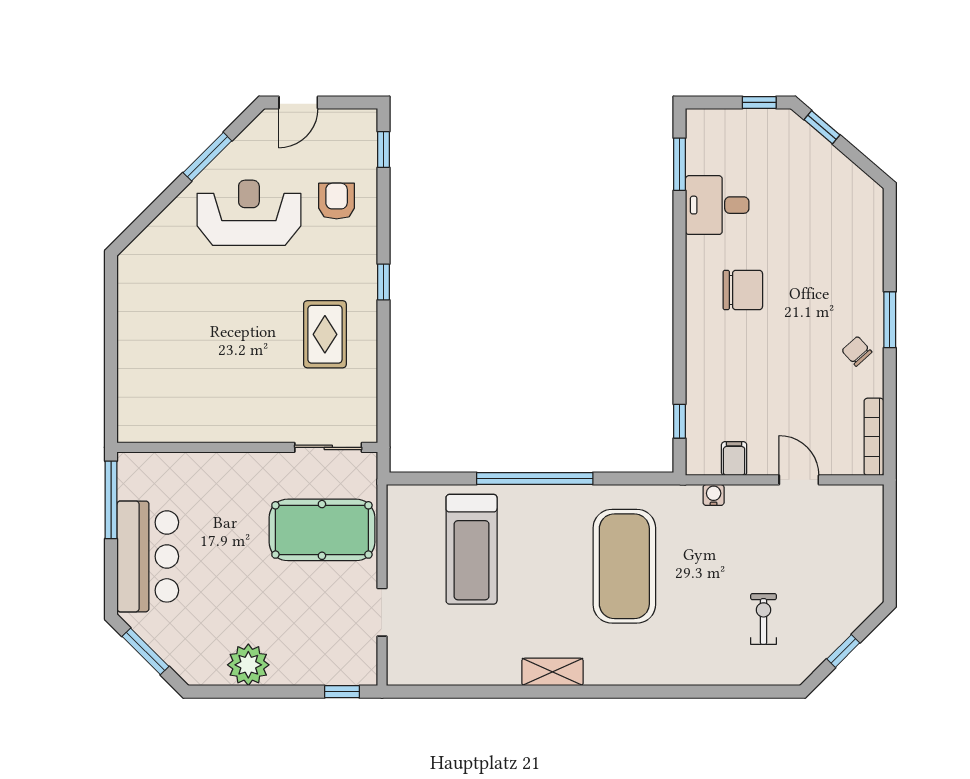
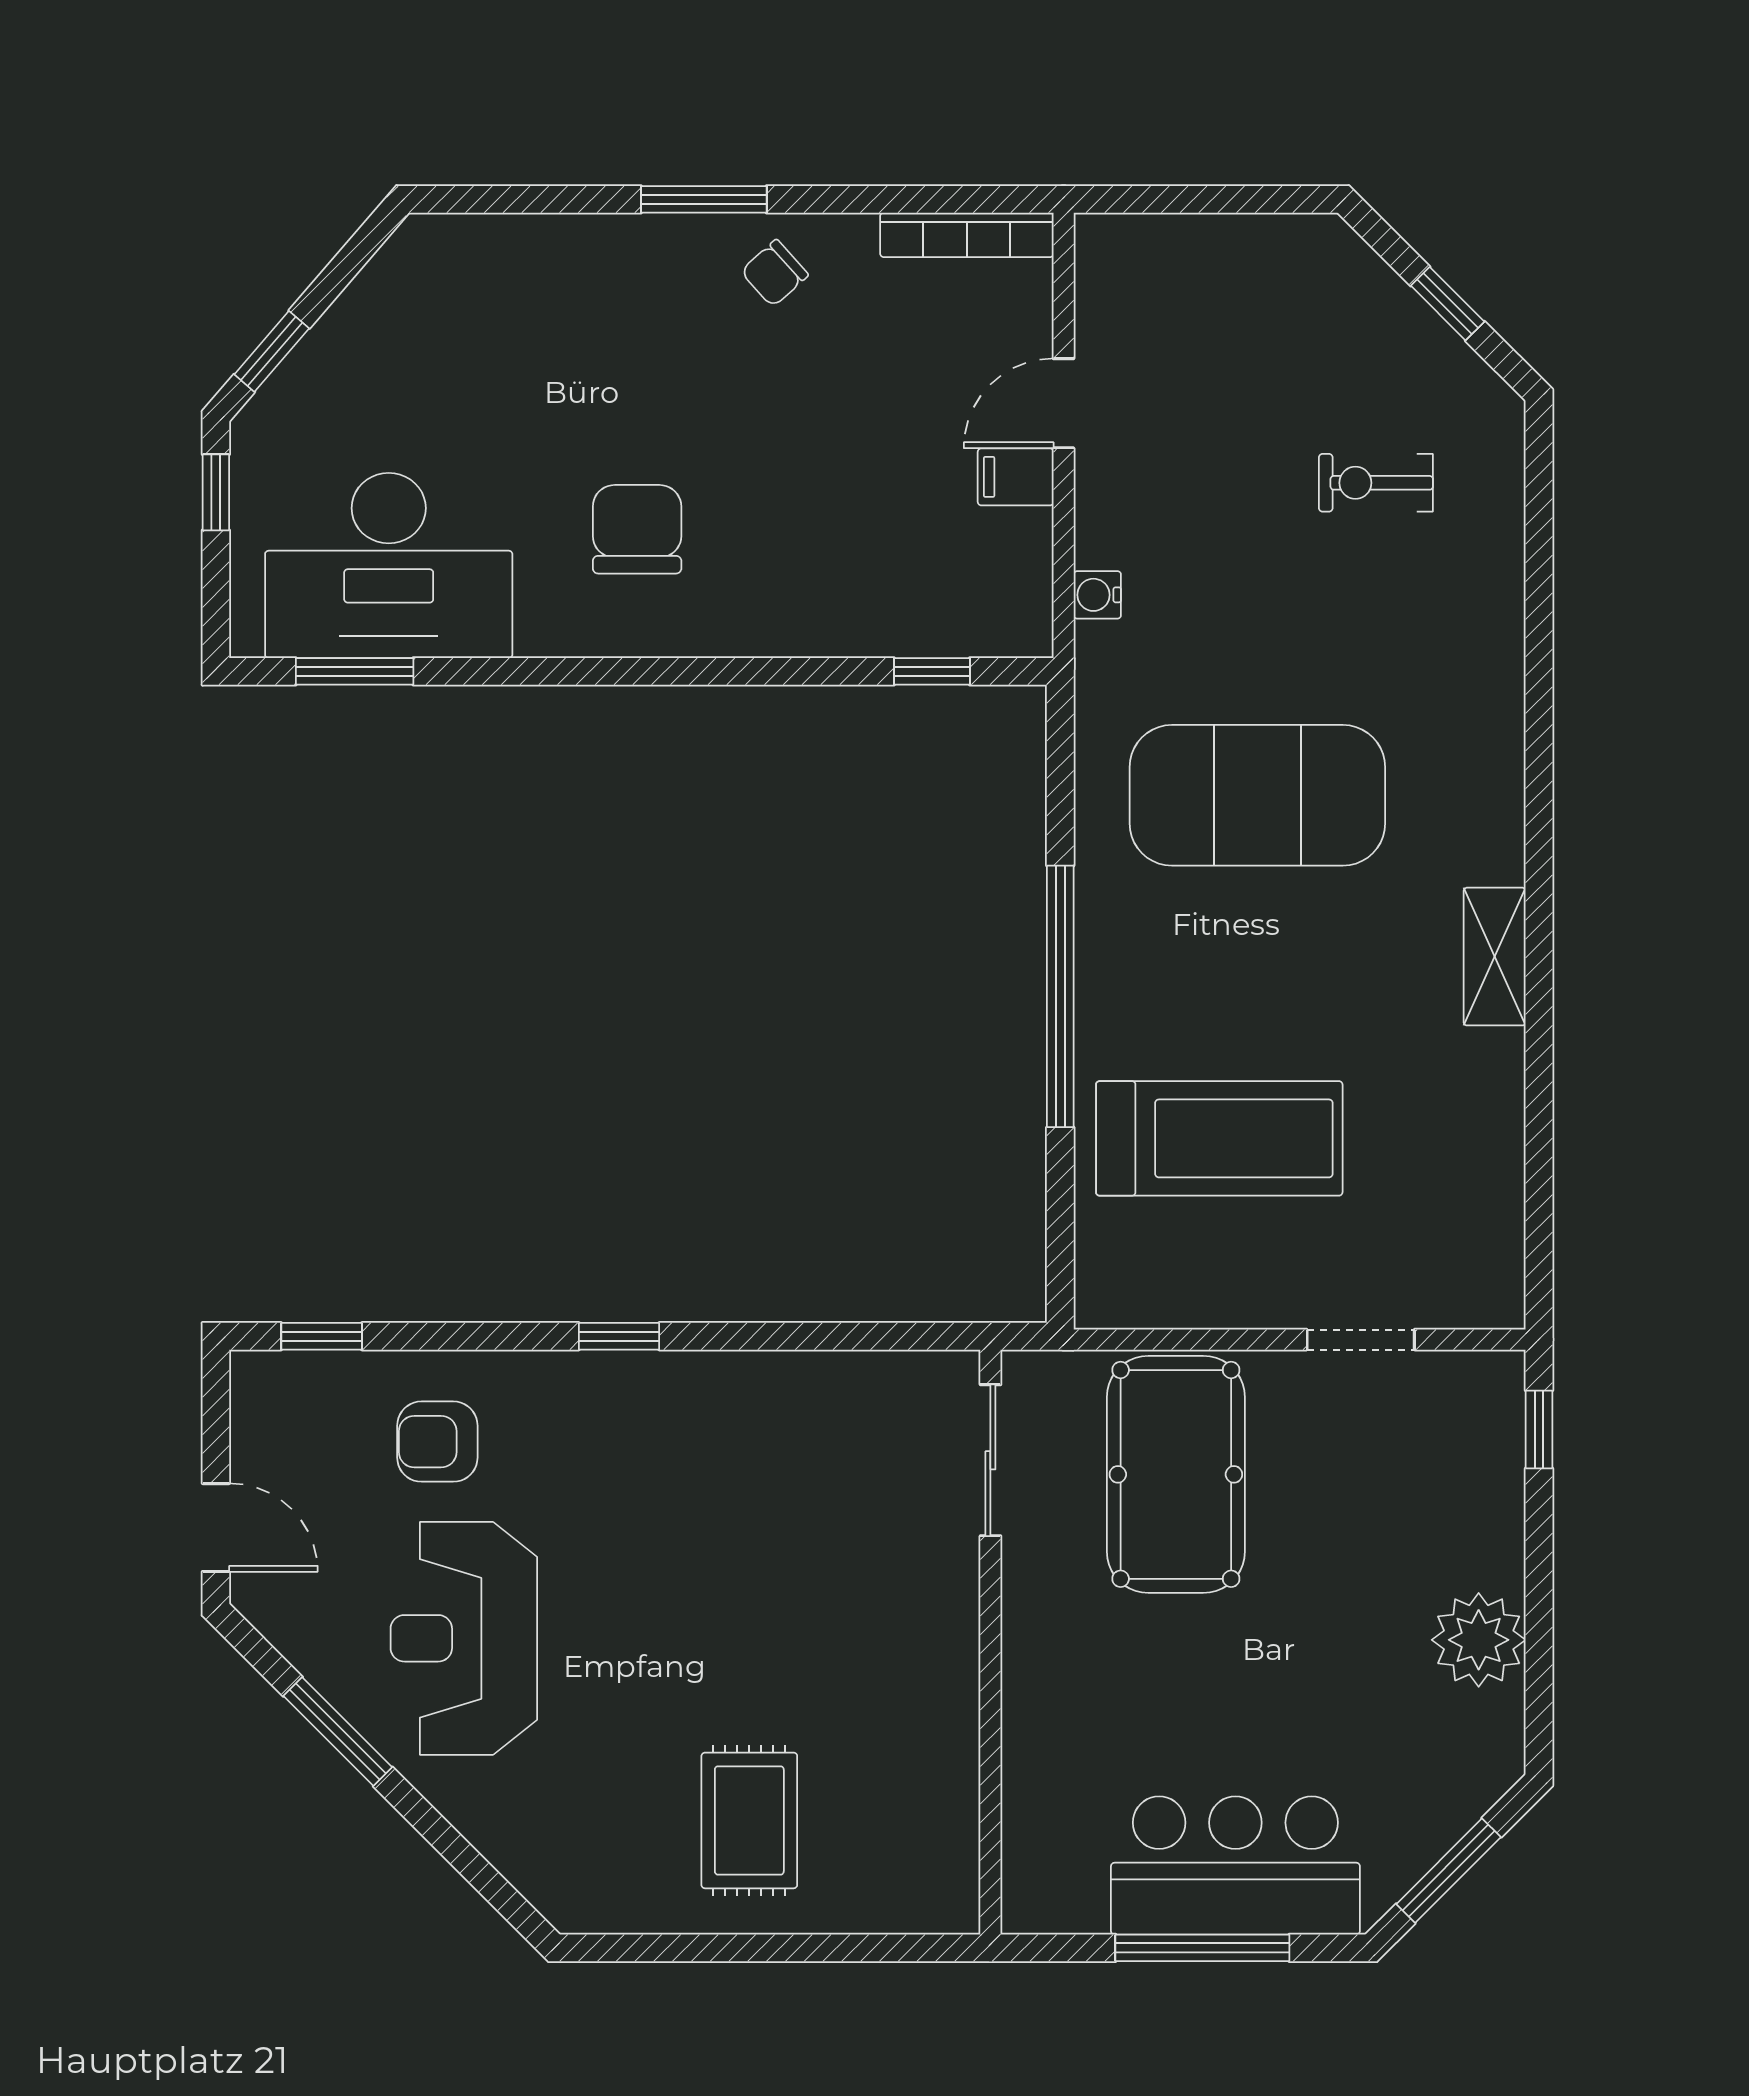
desk: (717, 205) -> (389, 566), width x1.87, depth x1.30
rug: (325, 334) -> (749, 1820), moved, turned 90
filing cabinet: (734, 459) -> (1016, 477), moved
window: (111, 500) -> (1202, 1948), moved

